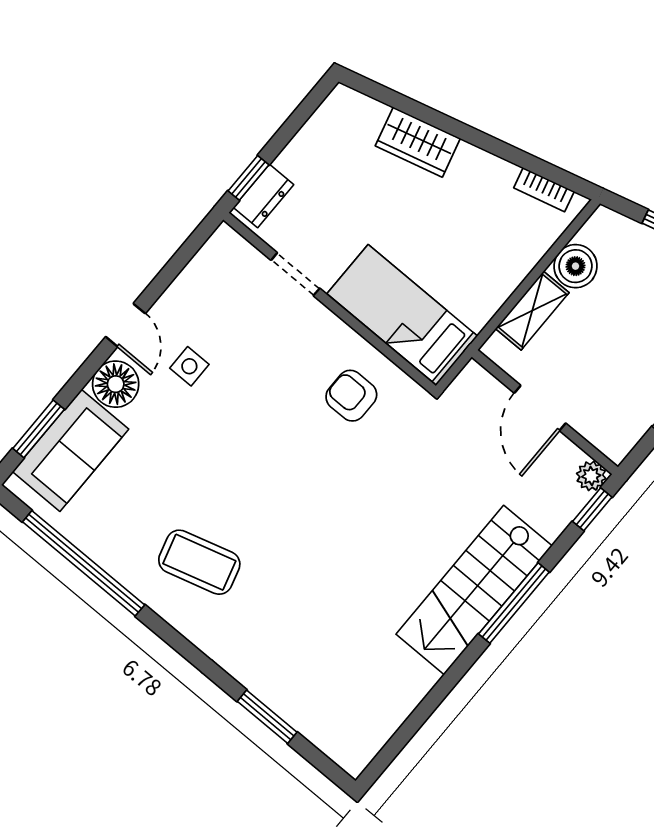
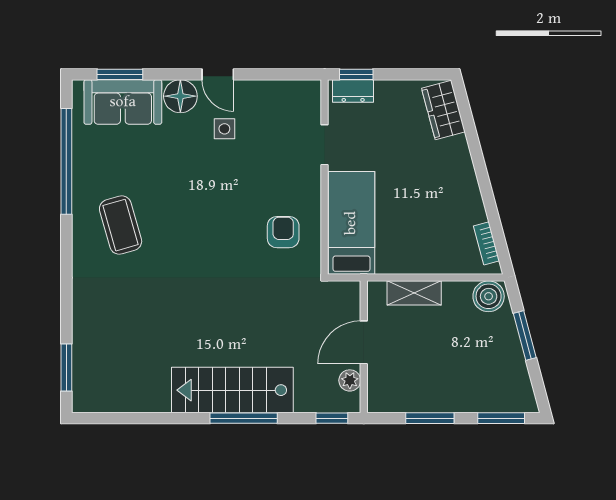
wardrobe: (418, 142) -> (443, 110), moved
boiler: (576, 266) -> (489, 296), moved
door: (125, 325) -> (218, 74), hinge flipped
plant: (591, 476) -> (350, 380), moved
window: (267, 717) -> (66, 368), moved

